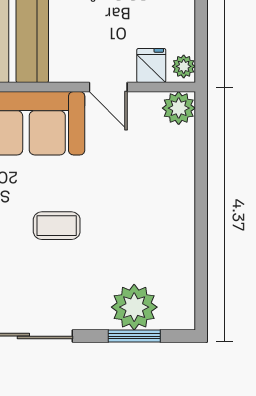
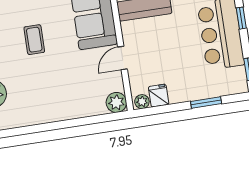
fridge: (151, 66) -> (159, 96), moved, turned -90

